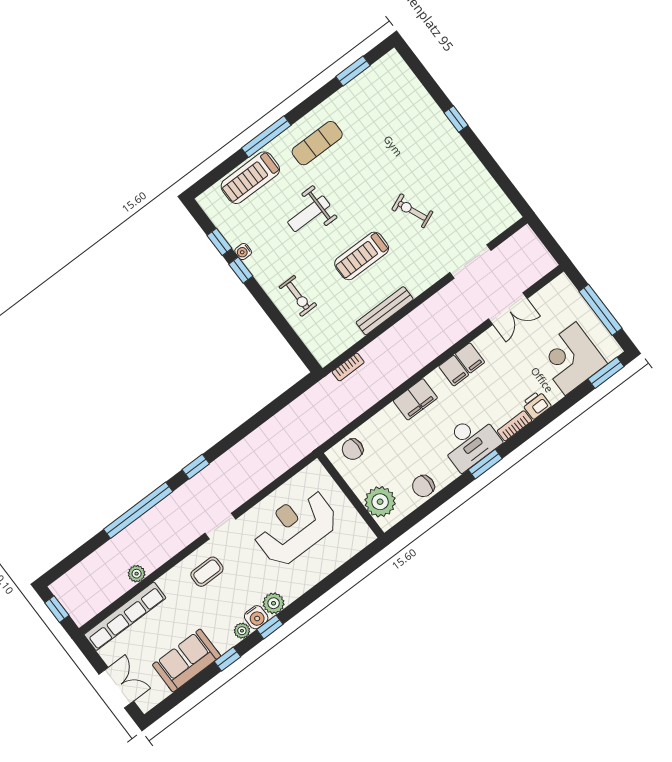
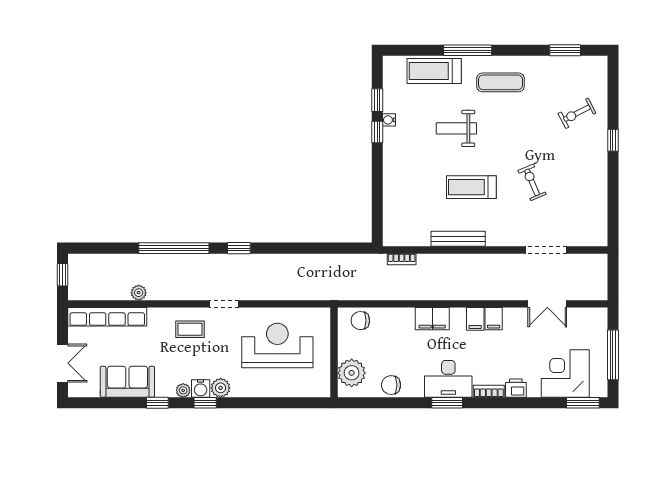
exercise bike: (298, 296) -> (577, 113), moved, turned 63

